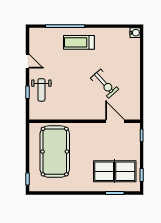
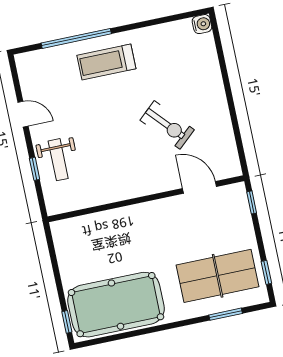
pool table: (55, 152) -> (116, 305), moved, turned 90

